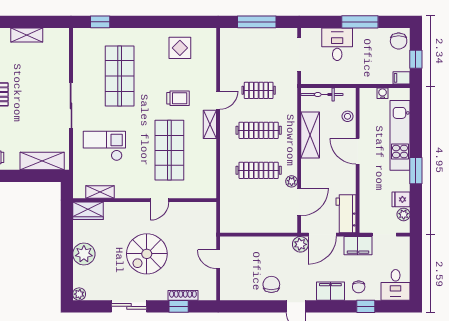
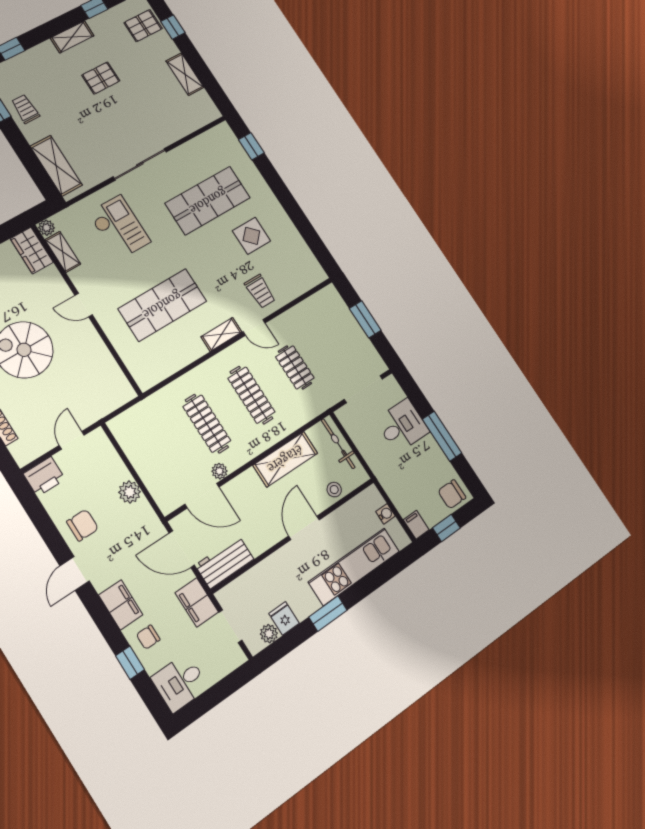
window: (257, 22) -> (365, 319), width x0.69
display table: (180, 48) -> (251, 236), moved
trolley: (178, 98) -> (260, 291), moved
plant: (79, 192) -> (46, 228), added
door: (160, 200) -> (84, 305), moved
plant: (300, 244) -> (130, 492), moved
printer: (229, 289) -> (44, 477), added

